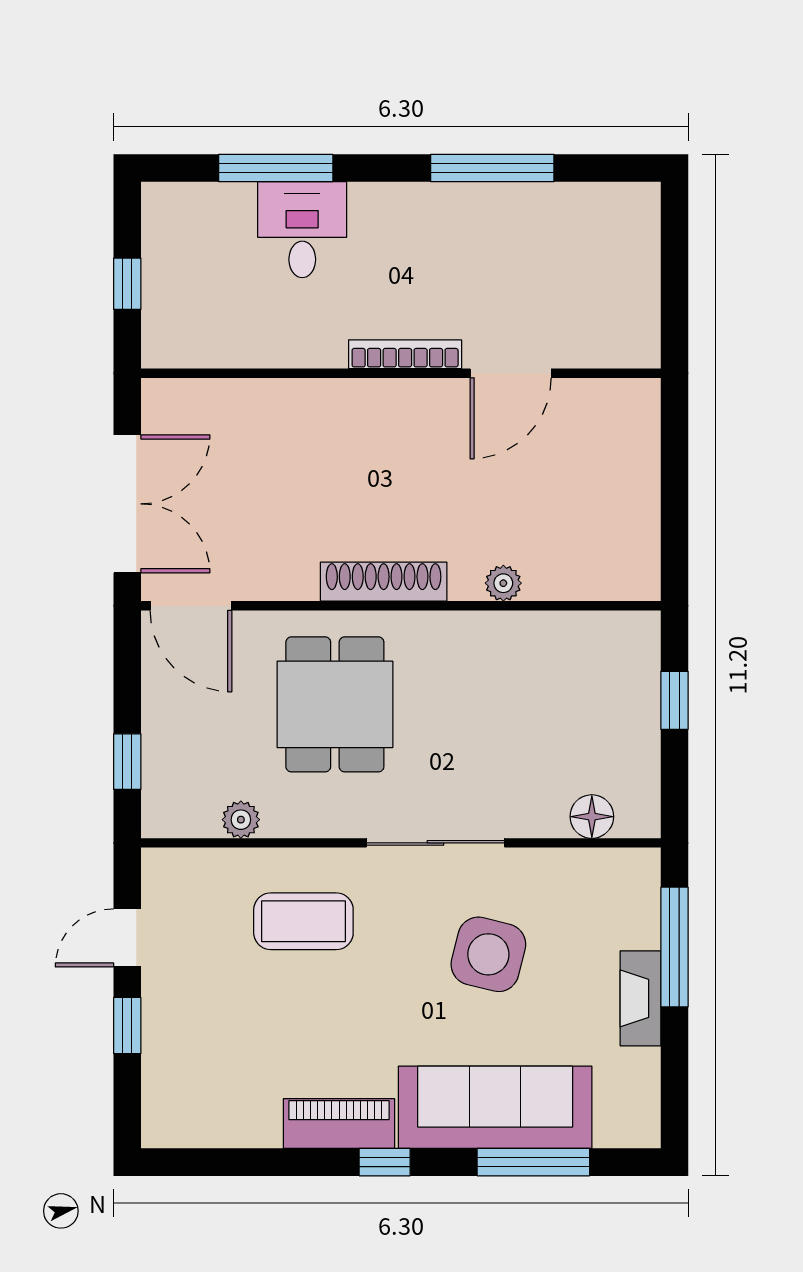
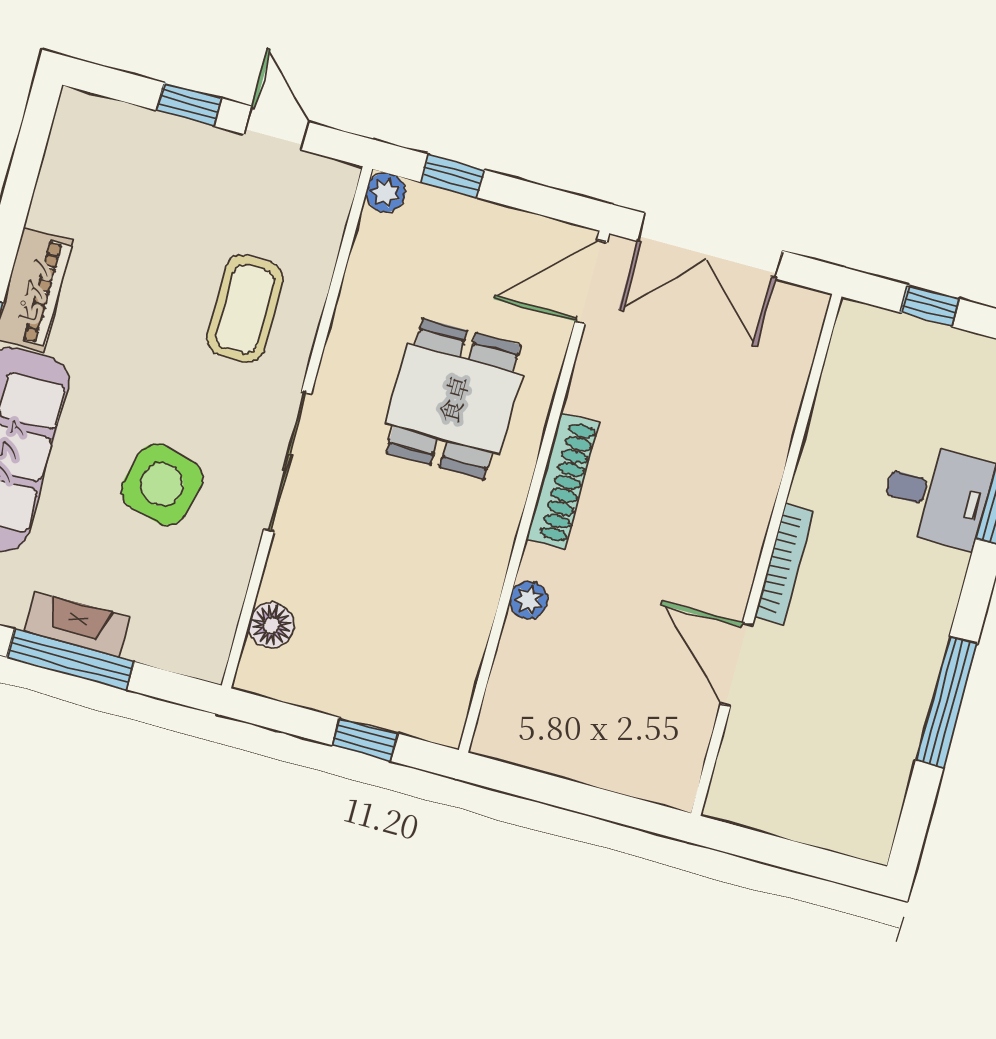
dining table: (335, 704) -> (453, 399), turned 90
plant: (241, 820) -> (386, 193), moved
window: (674, 947) -> (71, 659), moved

